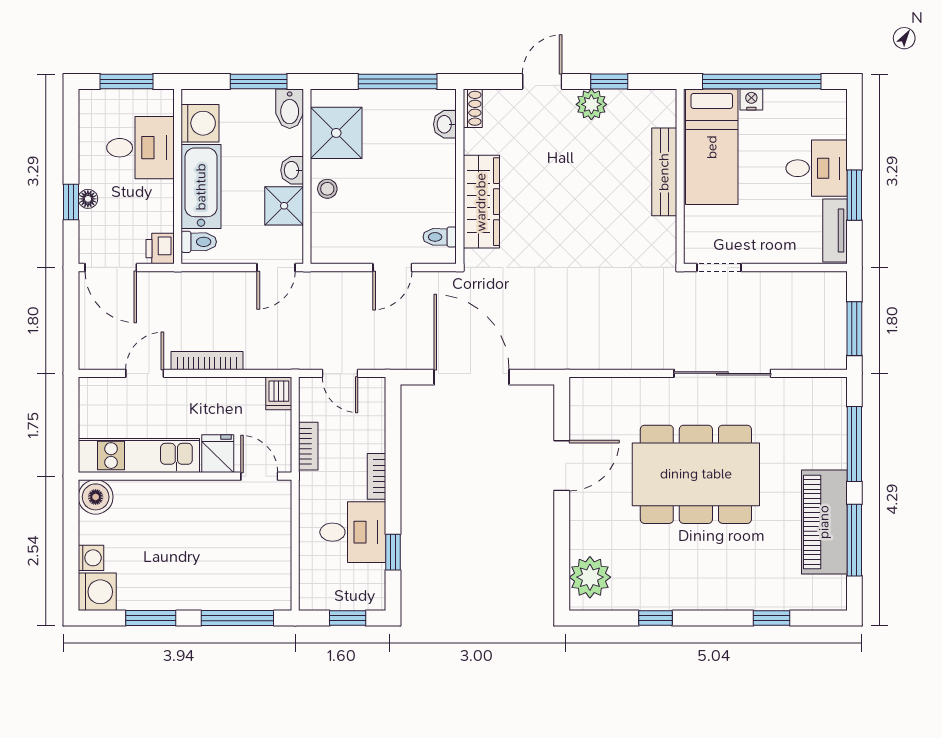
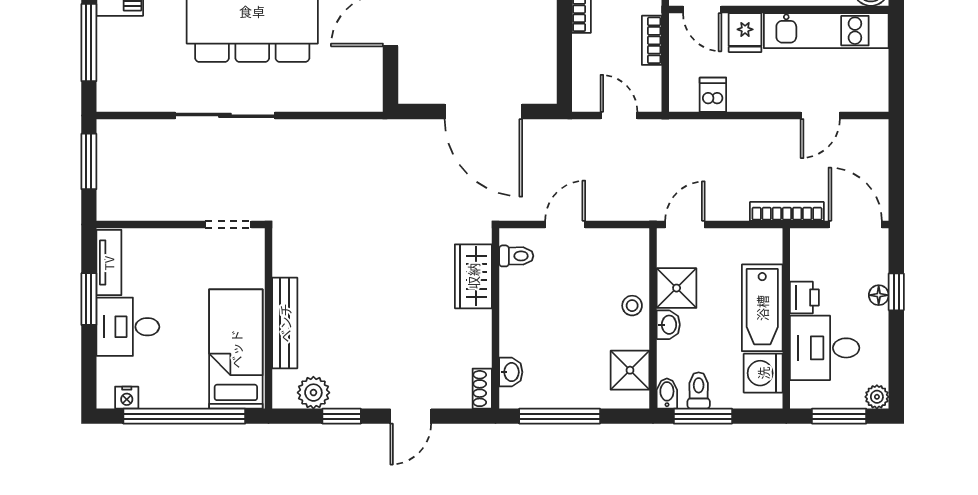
nightstand: (751, 99) -> (127, 398), moved
plant: (90, 100) -> (877, 397), added
plant: (591, 104) -> (313, 393), moved
bidet: (290, 109) -> (667, 393), width x0.72, depth x0.74
shower: (336, 133) -> (630, 370), width x0.73, depth x0.73
wardrobe: (481, 202) -> (473, 276), width x0.67
toilet: (199, 242) -> (699, 390), moved, turned 90
printer: (160, 249) -> (804, 297), moved
bookcase: (207, 361) -> (787, 211), moved, turned 180
dishwasher: (279, 393) -> (713, 95), moved

